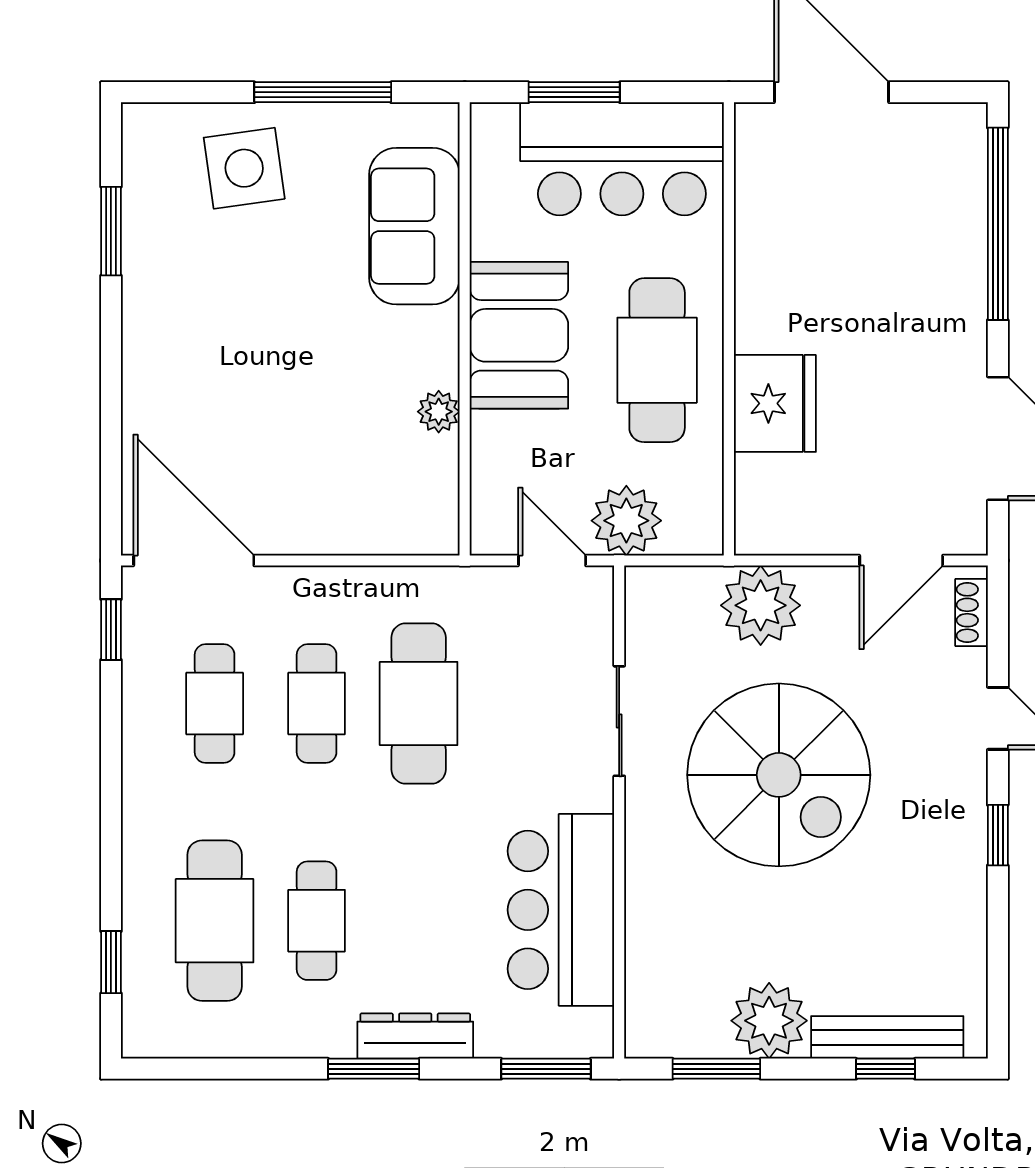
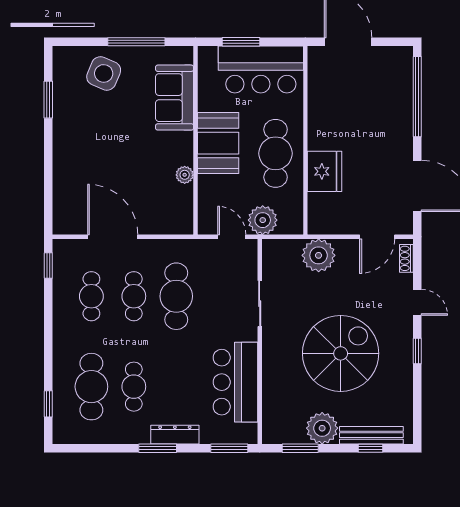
side table: (244, 168) -> (104, 73), turned 31
door: (194, 561) -> (113, 237), moved
spiral stairs: (779, 775) -> (341, 353), moved, turned -90

